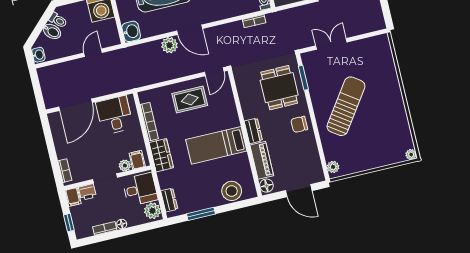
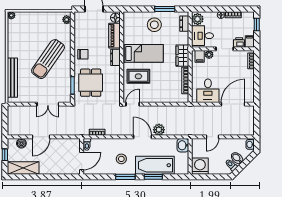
bench: (389, 69) -> (12, 78), added
rug: (190, 100) -> (138, 76), moved
stool: (232, 191) -> (154, 25), moved

